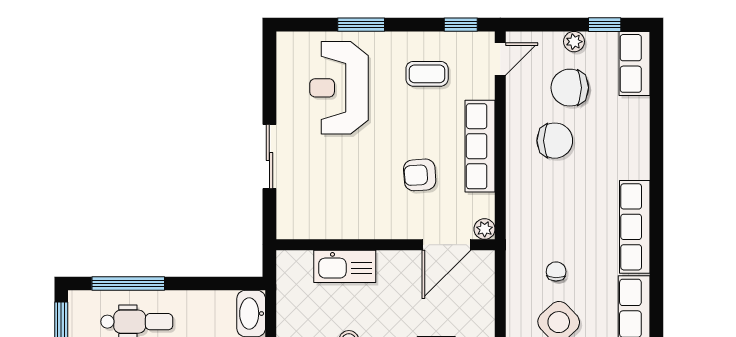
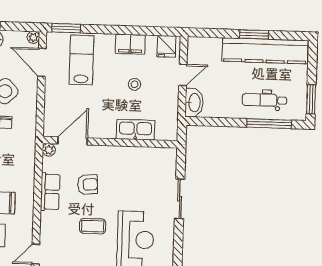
coffee table: (427, 74) -> (93, 226), moved
row of seats: (480, 146) -> (50, 192), width x0.68

